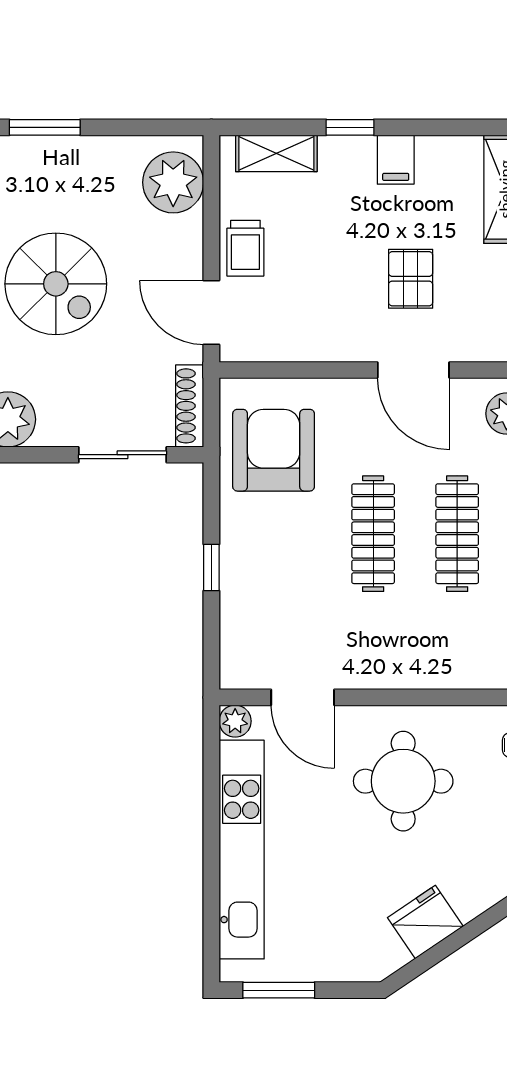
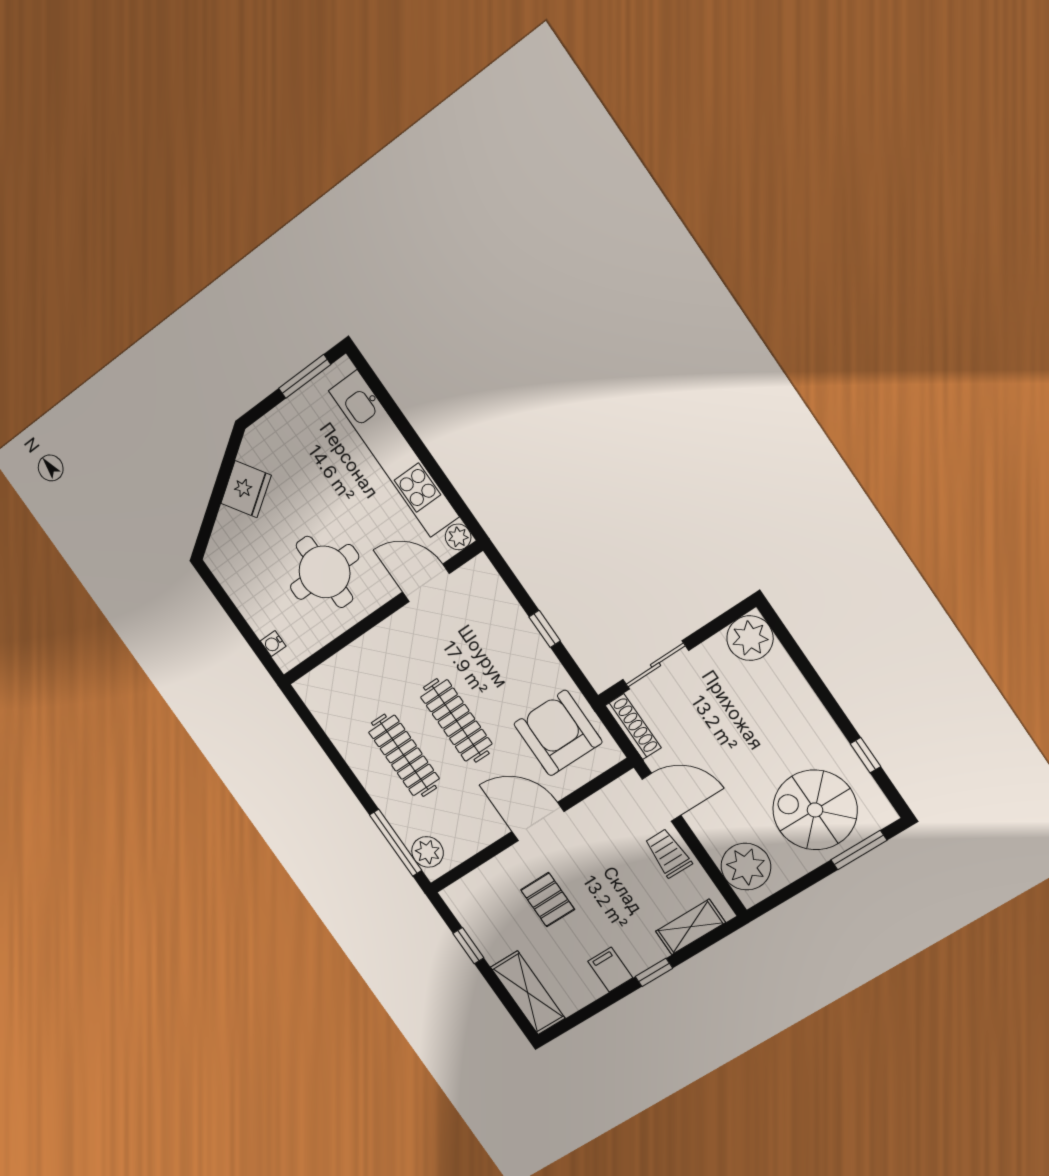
spiral stairs: (56, 284) -> (815, 810), moved
door: (413, 370) -> (538, 822), moved
armchair: (274, 450) -> (558, 733), turned 180

